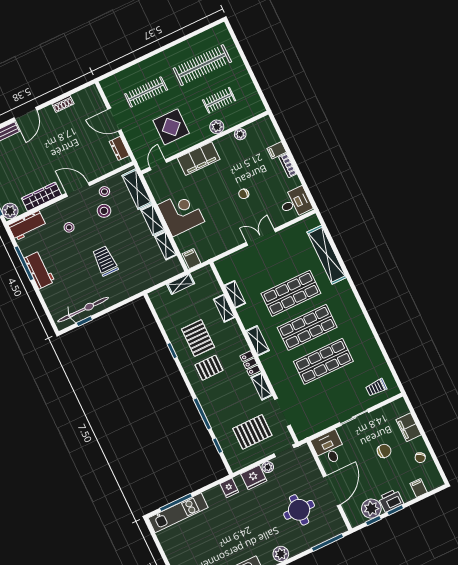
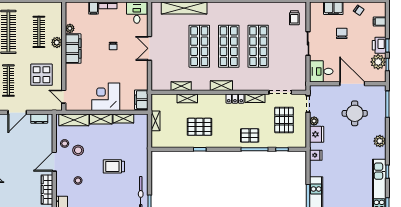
clothes rail: (219, 100) -> (39, 32), width x1.36
filing cabinet: (199, 159) -> (73, 49), moved
filing cabinet: (191, 259) -> (141, 100), width x2.00
pallet: (209, 368) -> (250, 135), moved, turned 90

